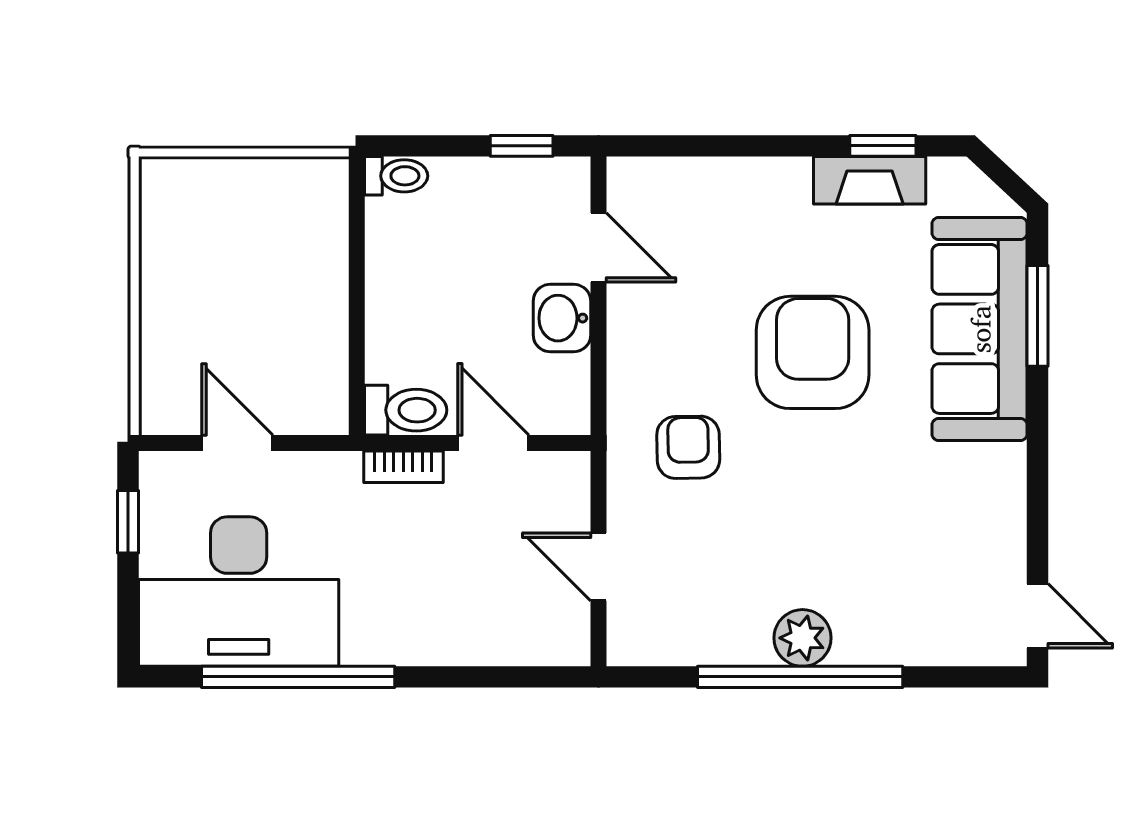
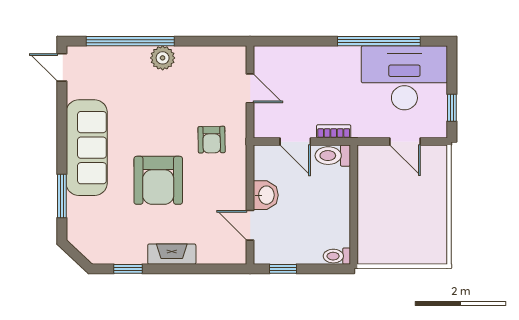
fireplace: (870, 180) -> (172, 254), moved
sofa: (980, 329) -> (87, 148), moved
window: (800, 677) -> (130, 41), moved

